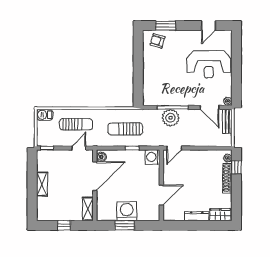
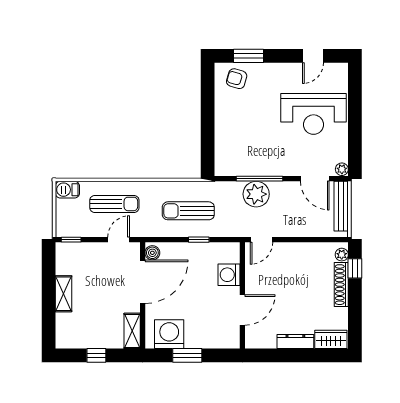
bench: (227, 121) -> (341, 206), width x1.36
washing machine: (152, 157) -> (229, 275), moved
washing machine: (127, 211) -> (169, 334), moved

